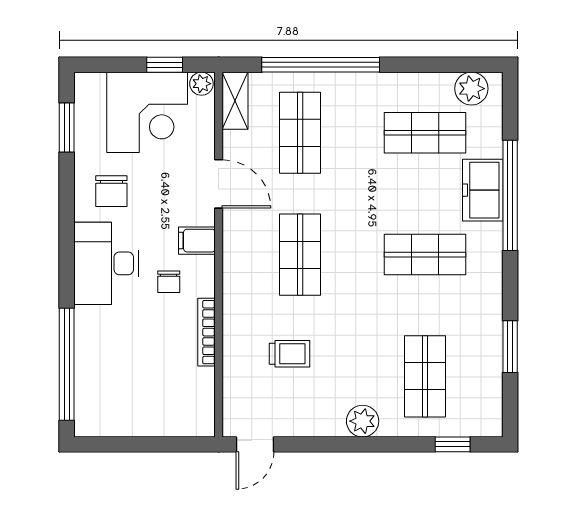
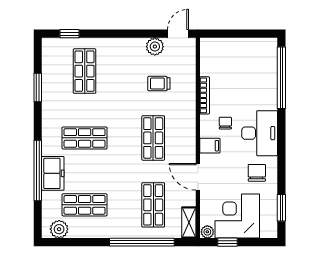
plant: (363, 421) -> (155, 47), moved

